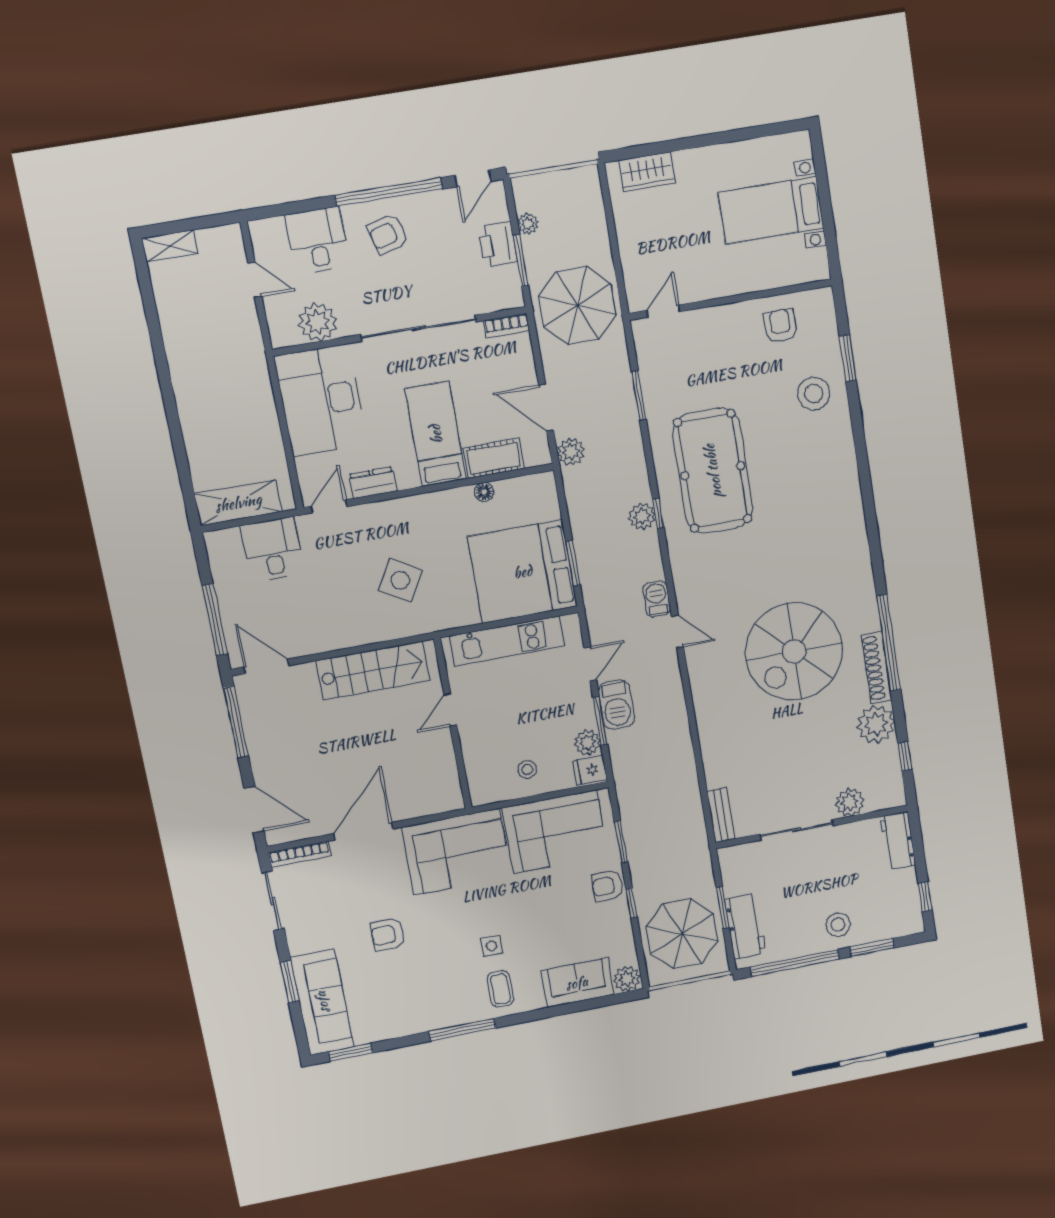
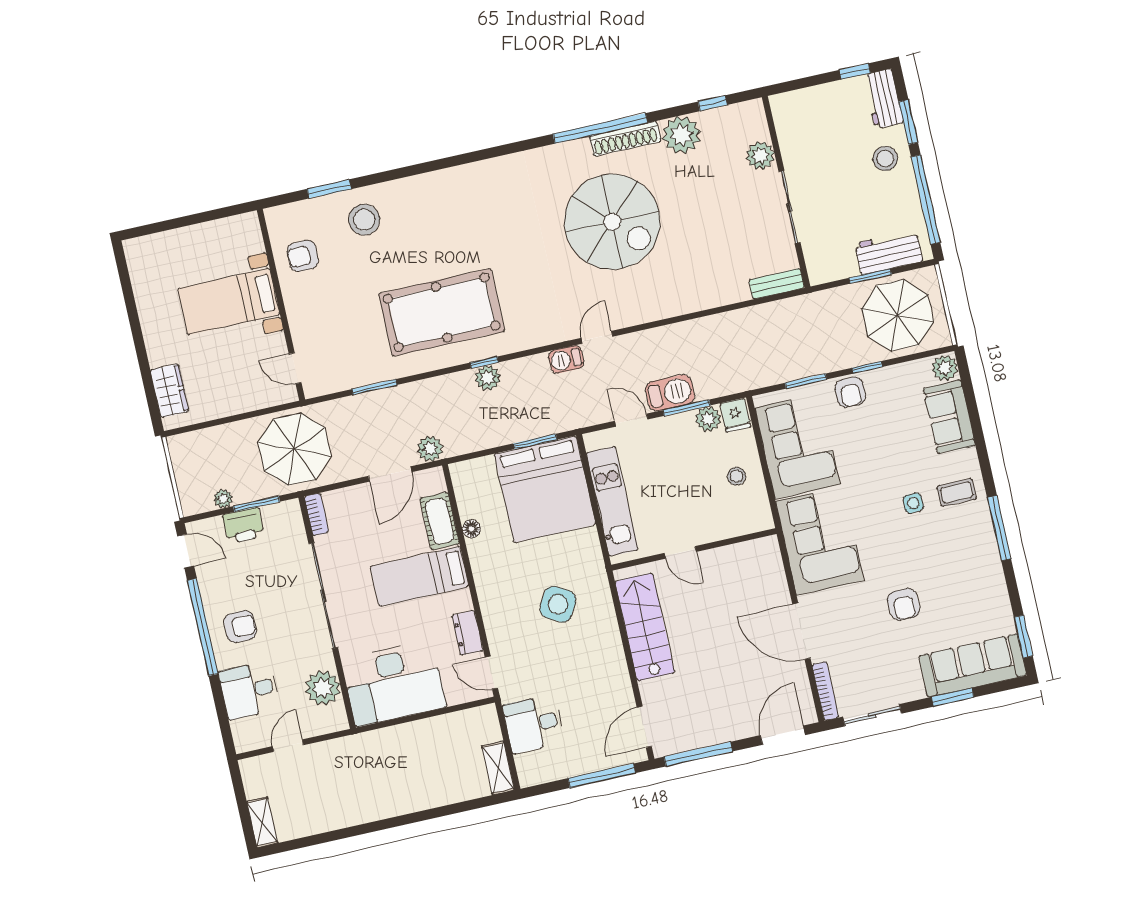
bed with nightstands: (771, 210) -> (229, 302), moved, turned 90
armchair: (388, 234) -> (240, 627), turned -75
shelving: (238, 503) -> (498, 768), width x0.67, depth x0.75
workbench: (898, 841) -> (883, 99), moved, turned 90

